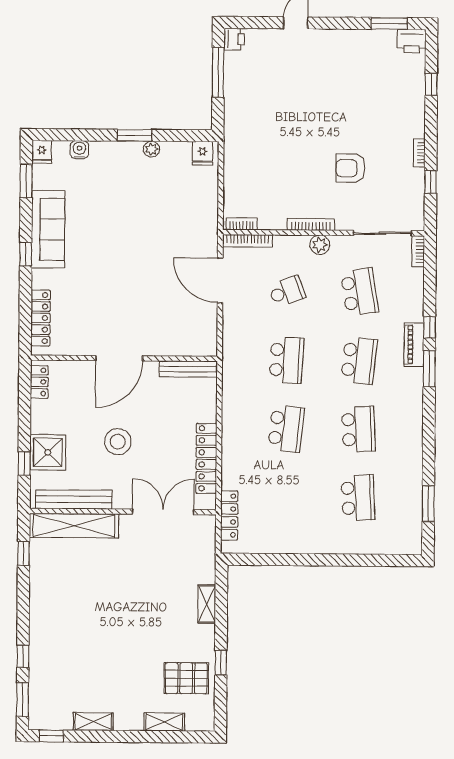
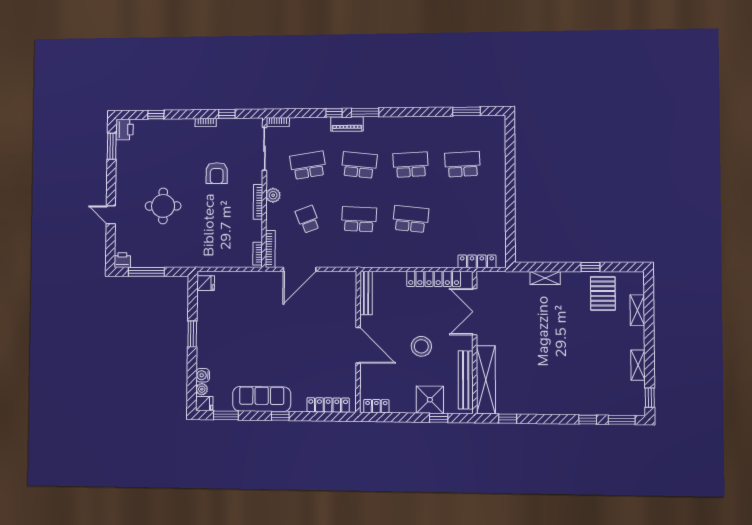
round table: (307, 95) -> (163, 206), added
plant: (152, 149) -> (202, 389), moved

